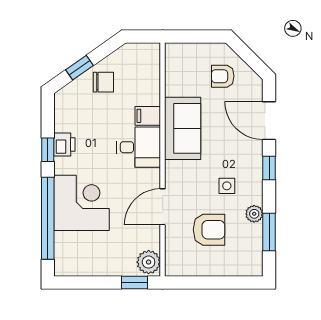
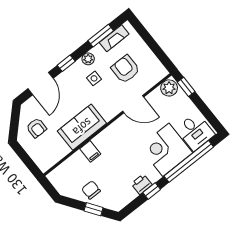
desk: (139, 147) -> (195, 132), moved, turned 180
plant: (254, 214) -> (88, 59), moved
fireplace: (254, 245) -> (114, 38), added

